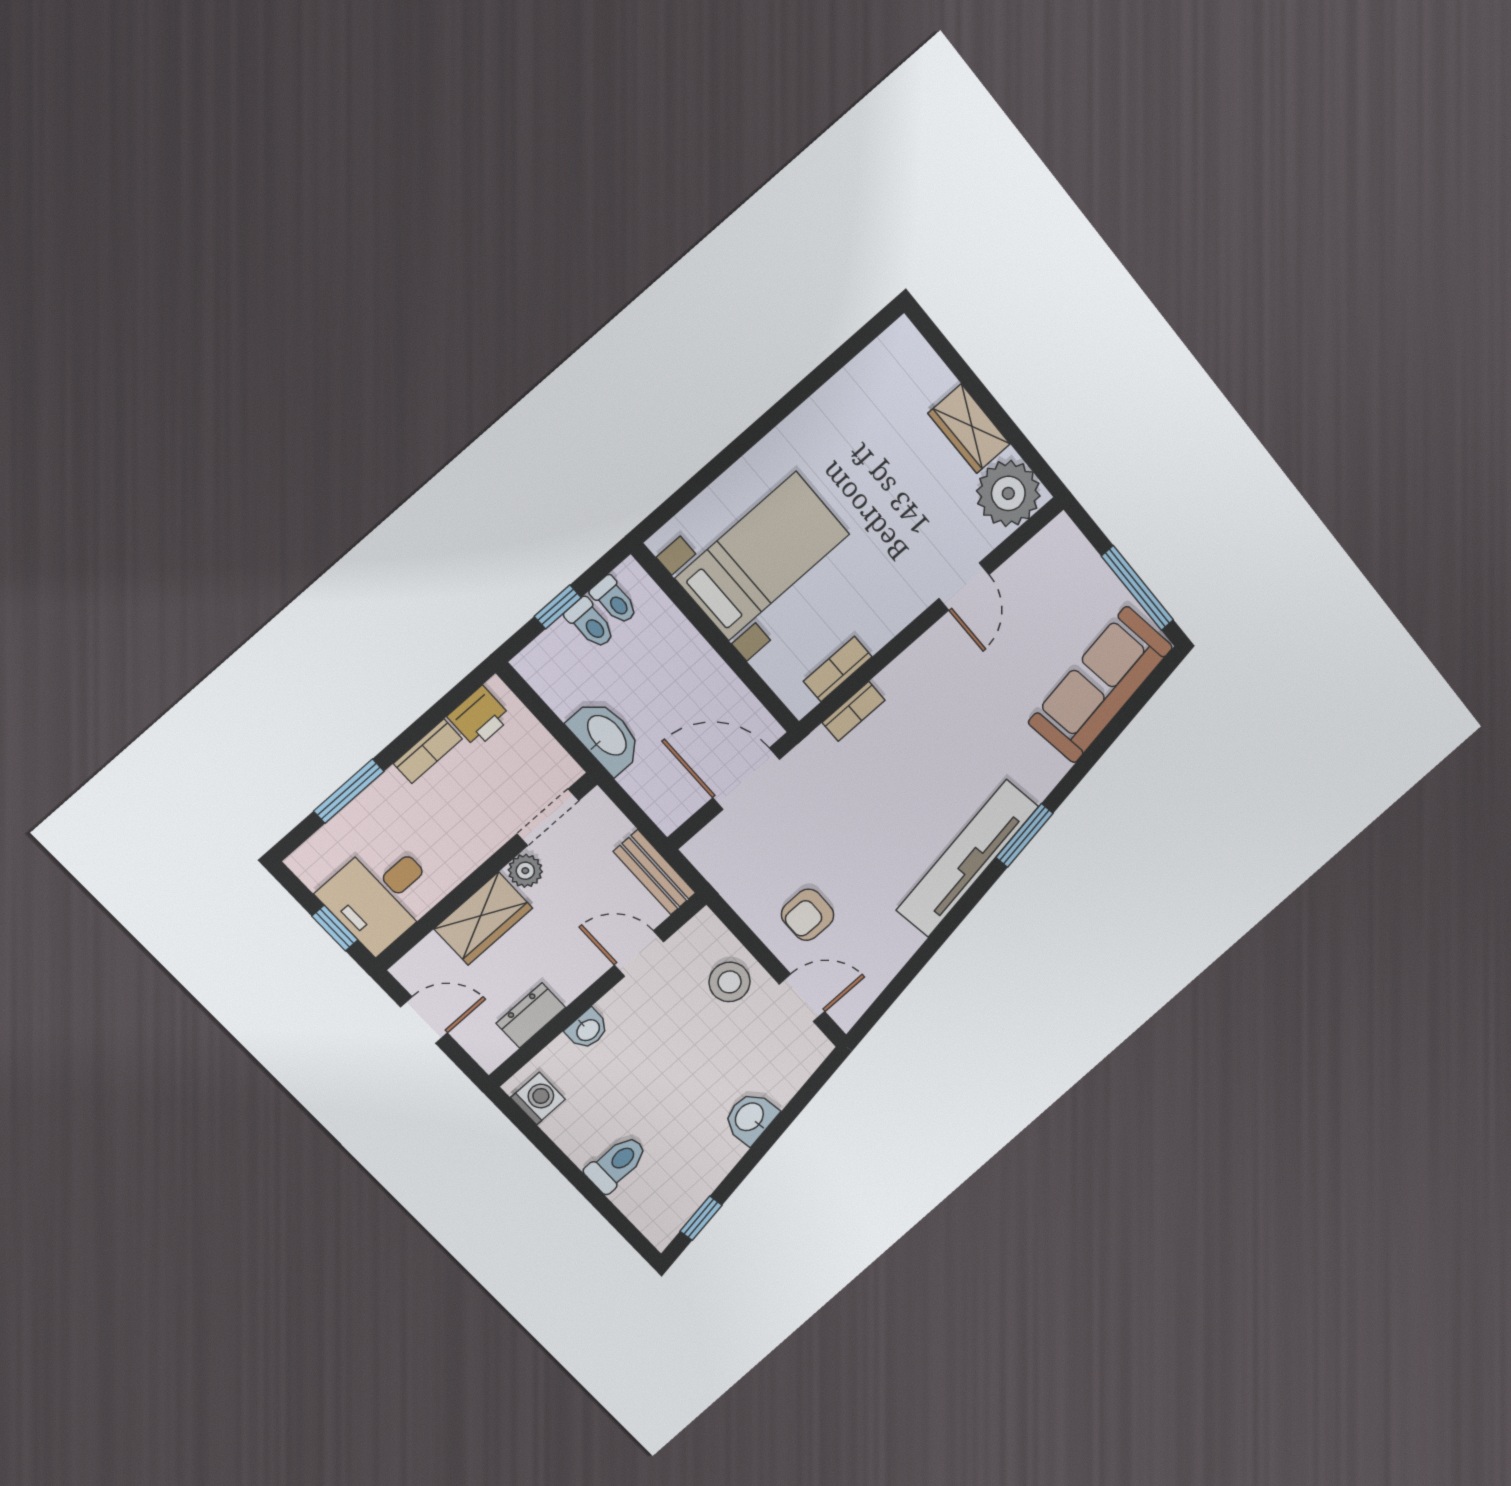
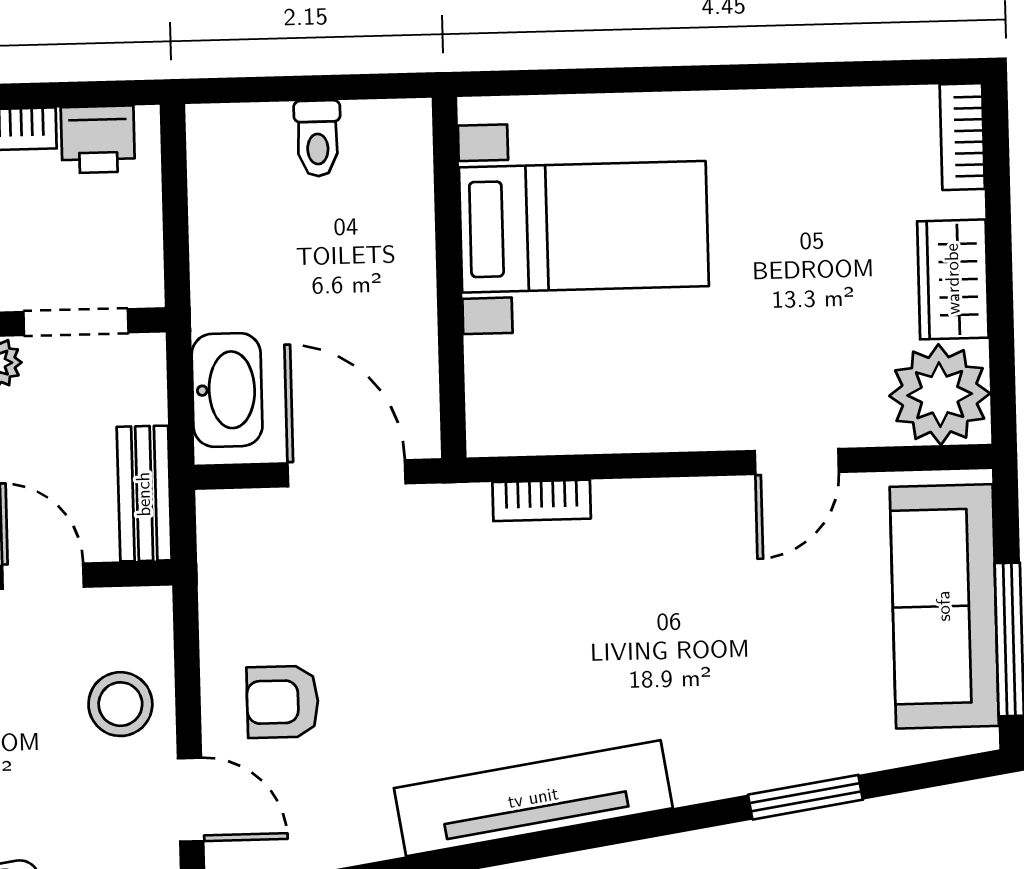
toilet: (614, 600) -> (368, 135), removed
window: (558, 607) -> (296, 89), removed
bookcase: (838, 669) -> (962, 137), moved, turned -90
sofa: (1100, 685) -> (944, 606), moved, turned -81
washbasin: (606, 736) -> (227, 390), moved
window: (1024, 835) -> (805, 797), moved

